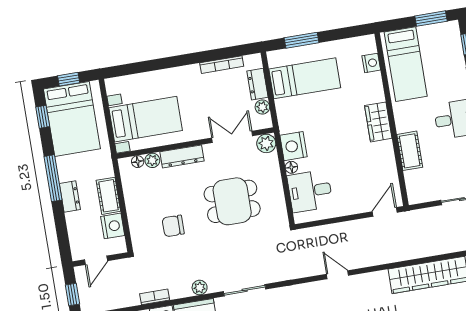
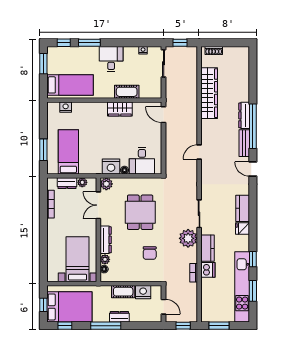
wardrobe: (378, 122) -> (120, 109), moved
plant: (200, 288) -> (188, 238), width x1.88, depth x1.88

